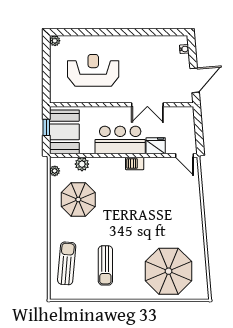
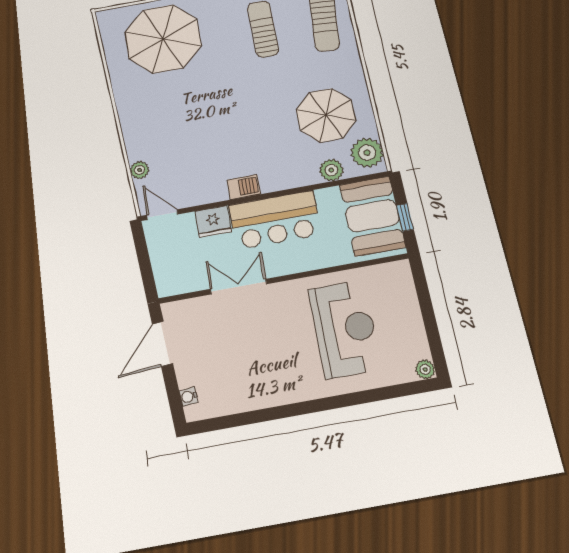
reception desk: (93, 70) -> (345, 329), turned -90
plant: (55, 171) -> (367, 153), width x1.87, depth x1.87
plant: (194, 186) -> (140, 170), added

